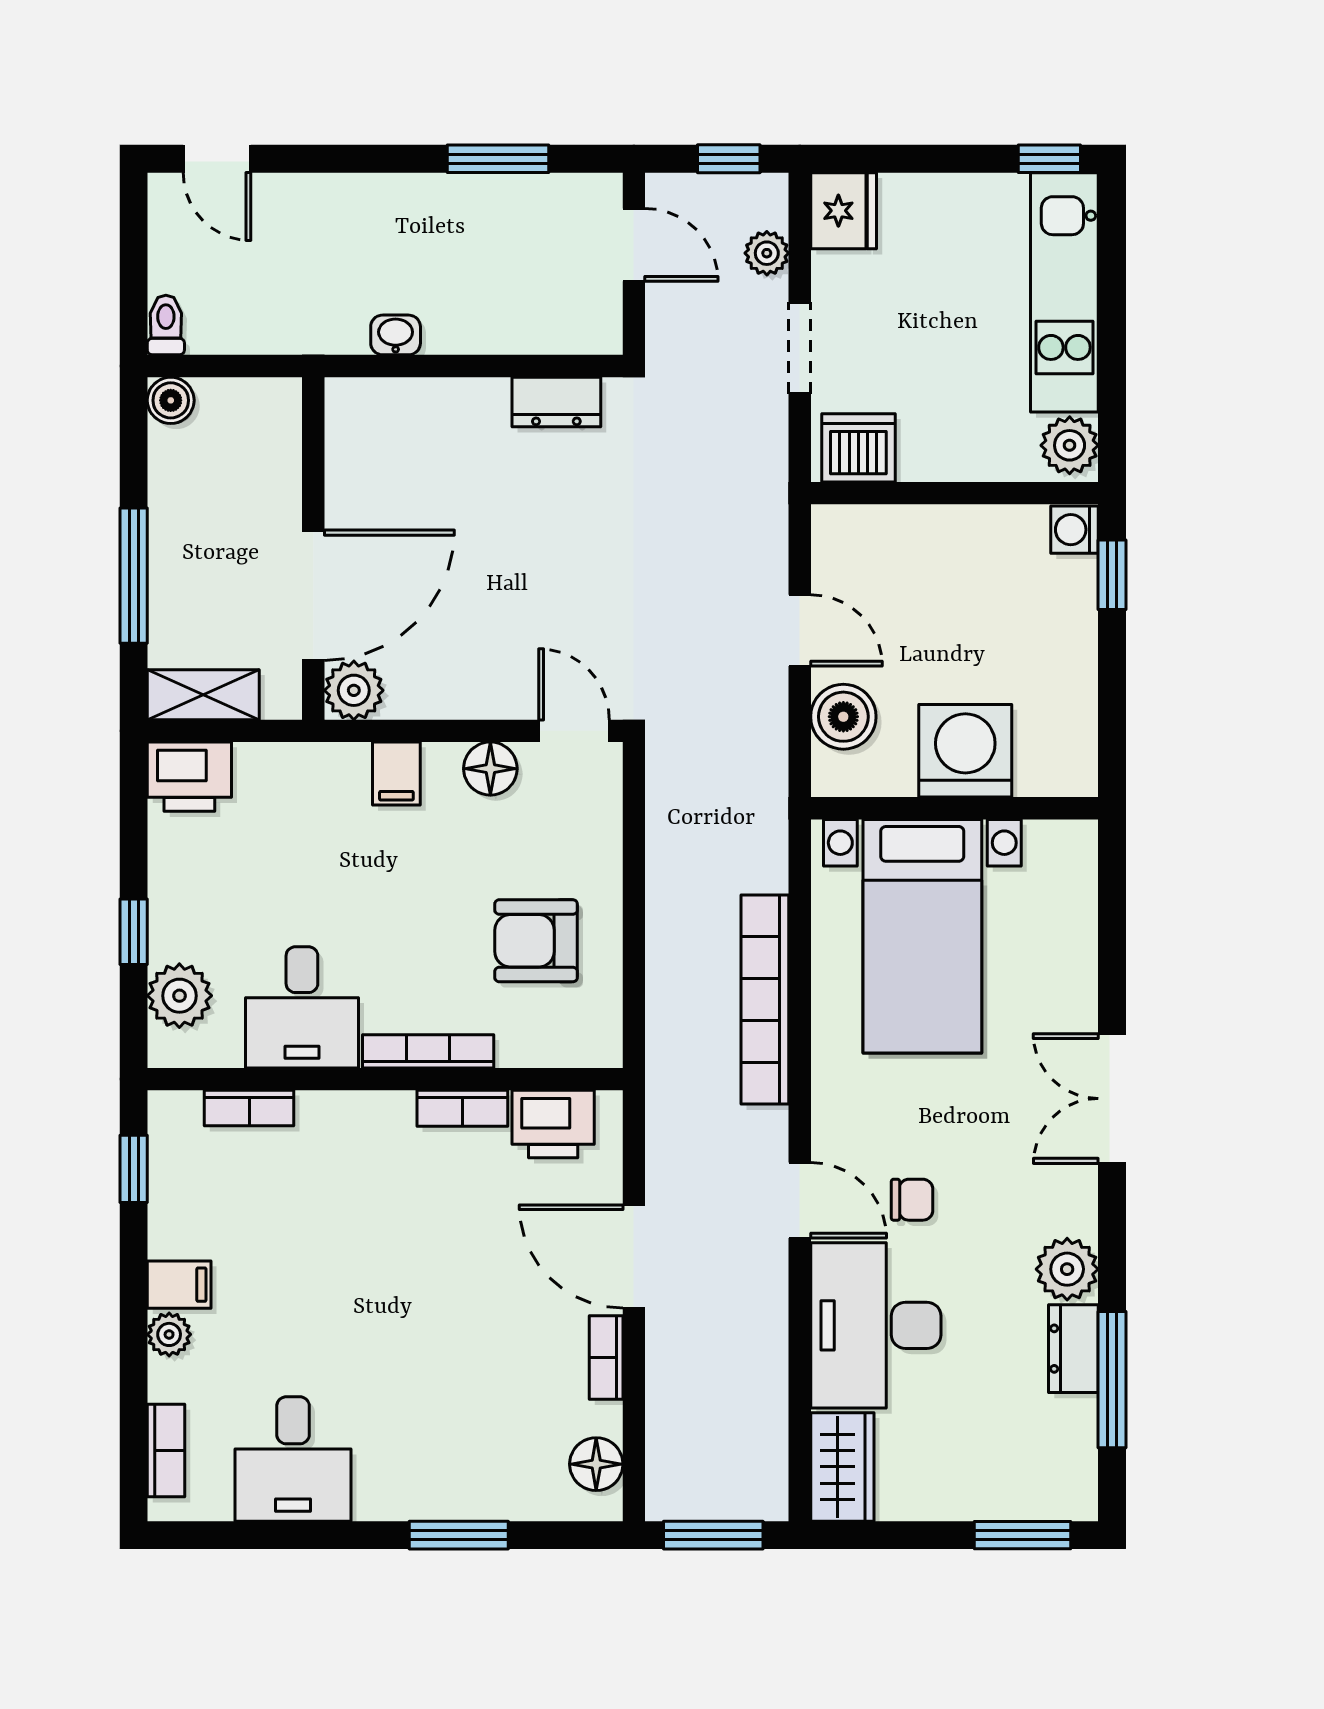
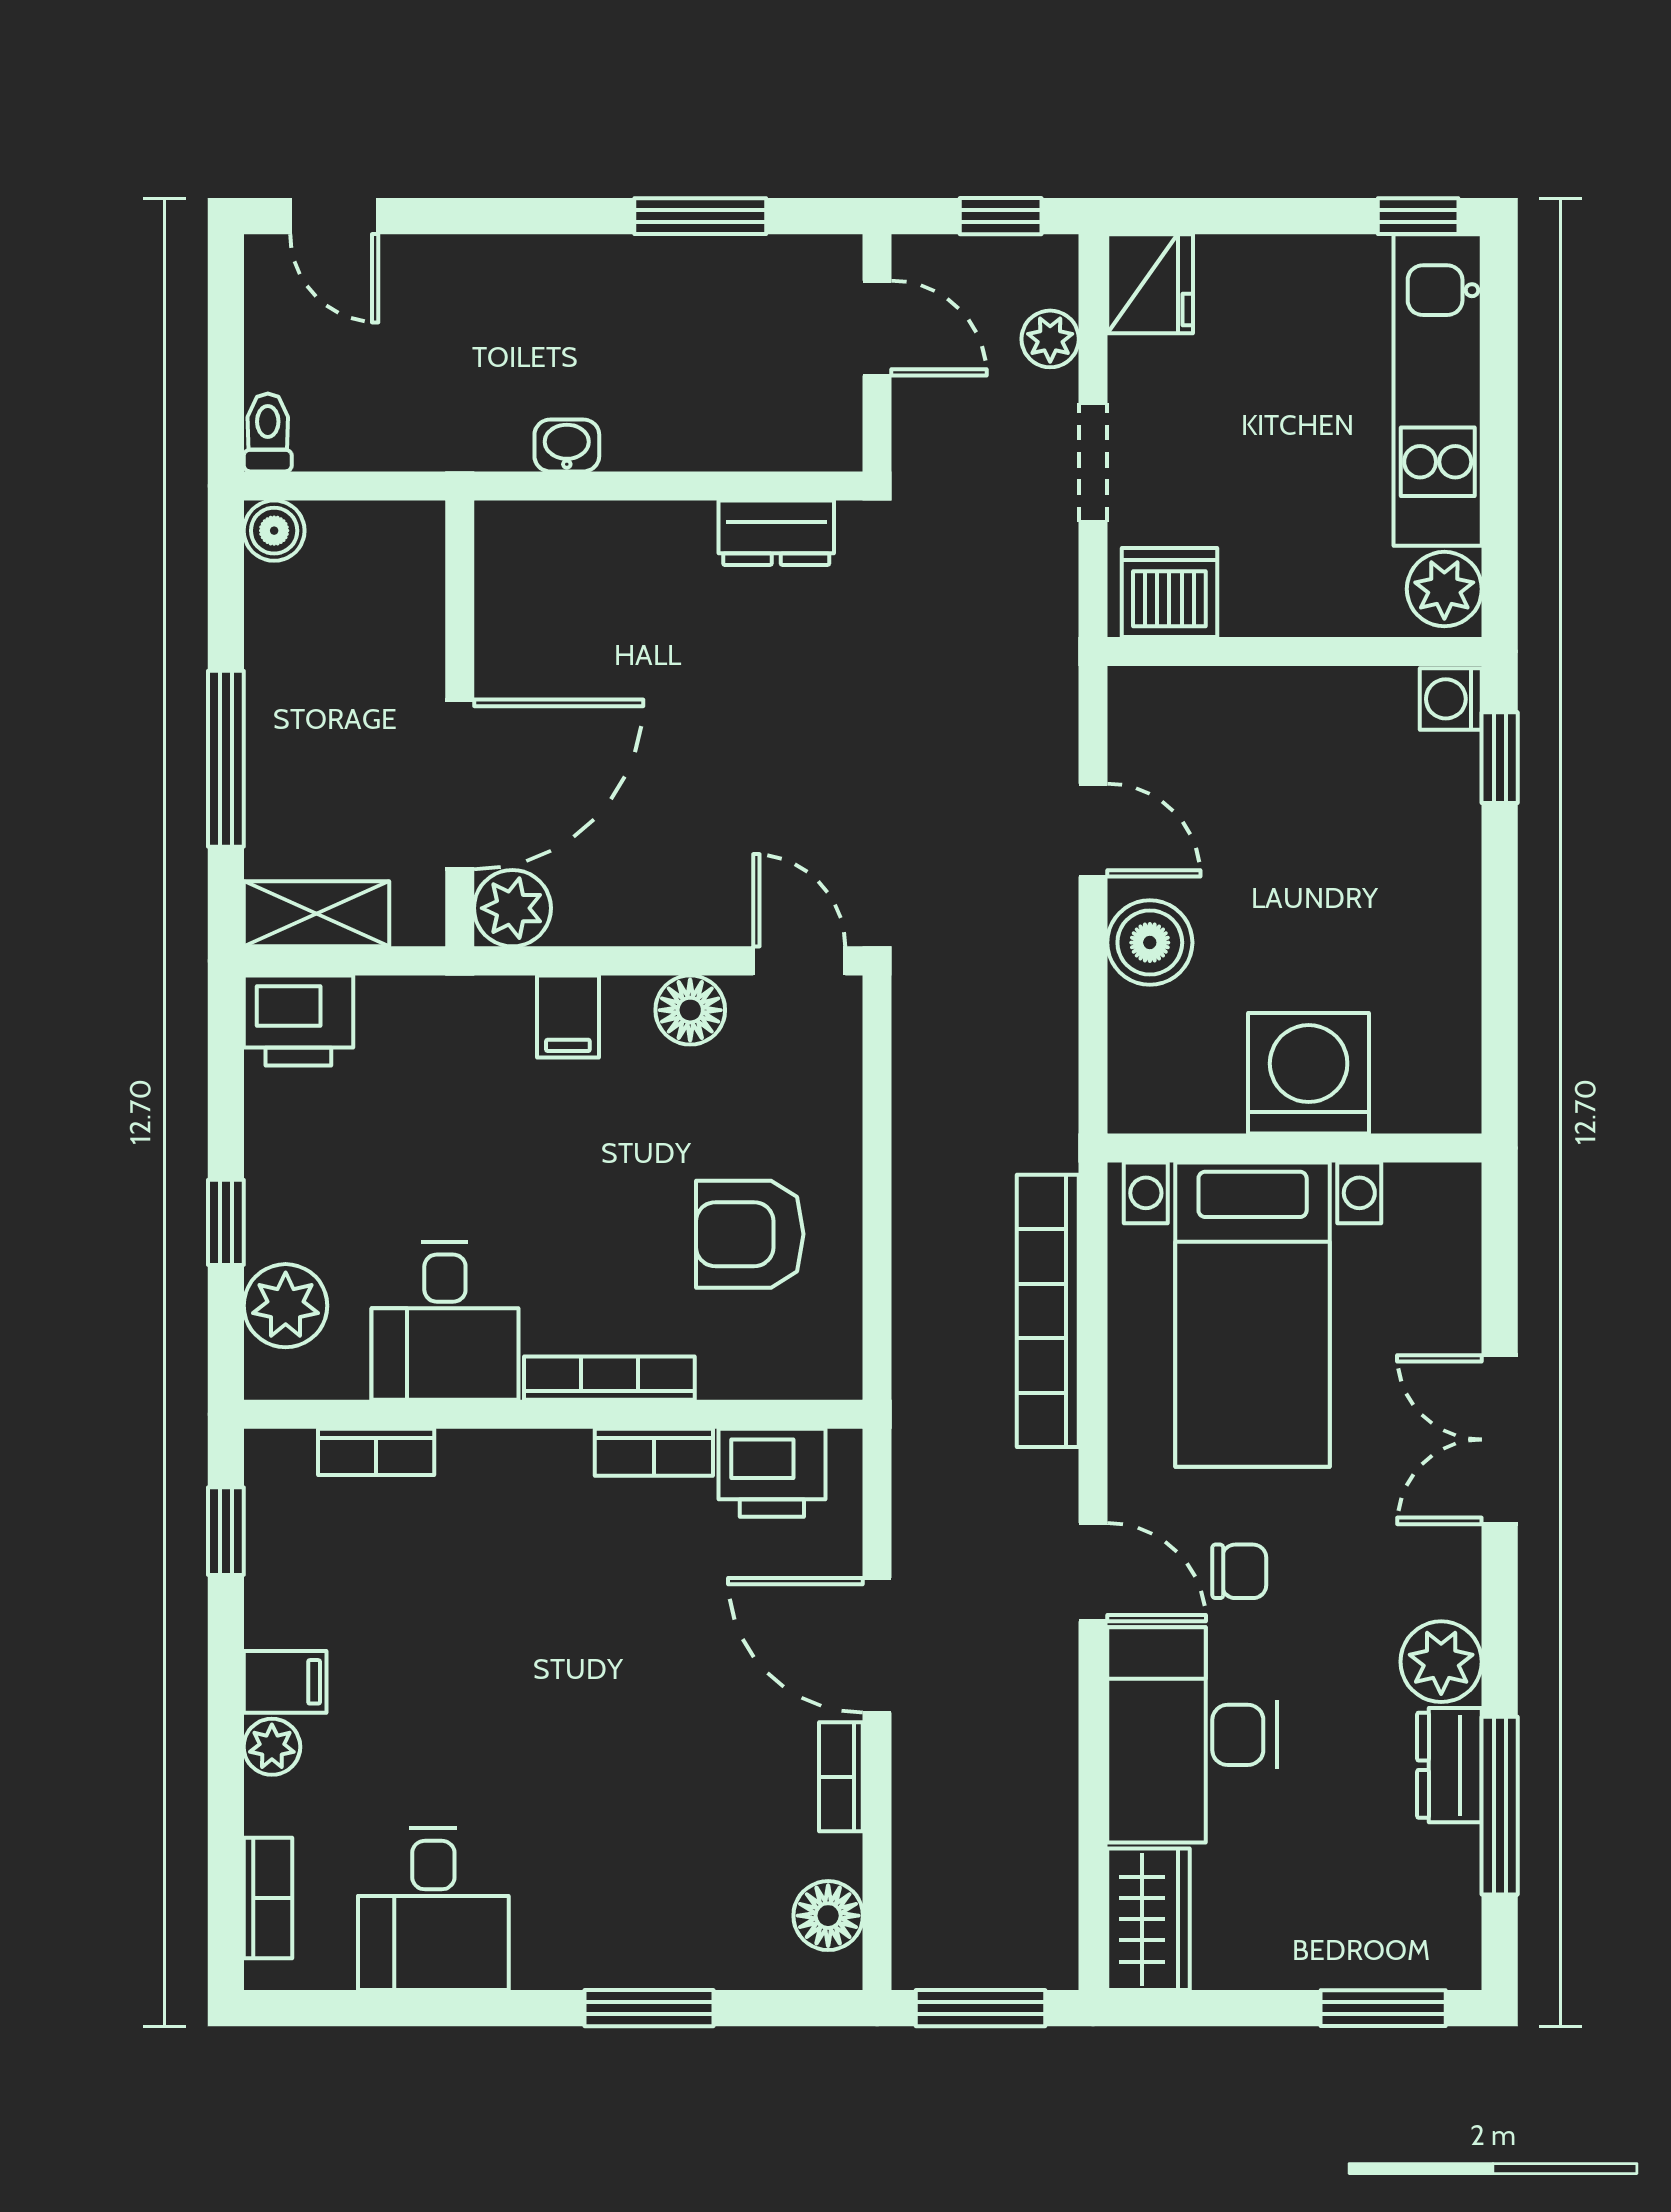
washing machine: (965, 751) -> (1309, 1073), moved
wall: (954, 808) -> (1295, 1148), moved
bed with nightstands: (922, 936) -> (1253, 1315), moved

